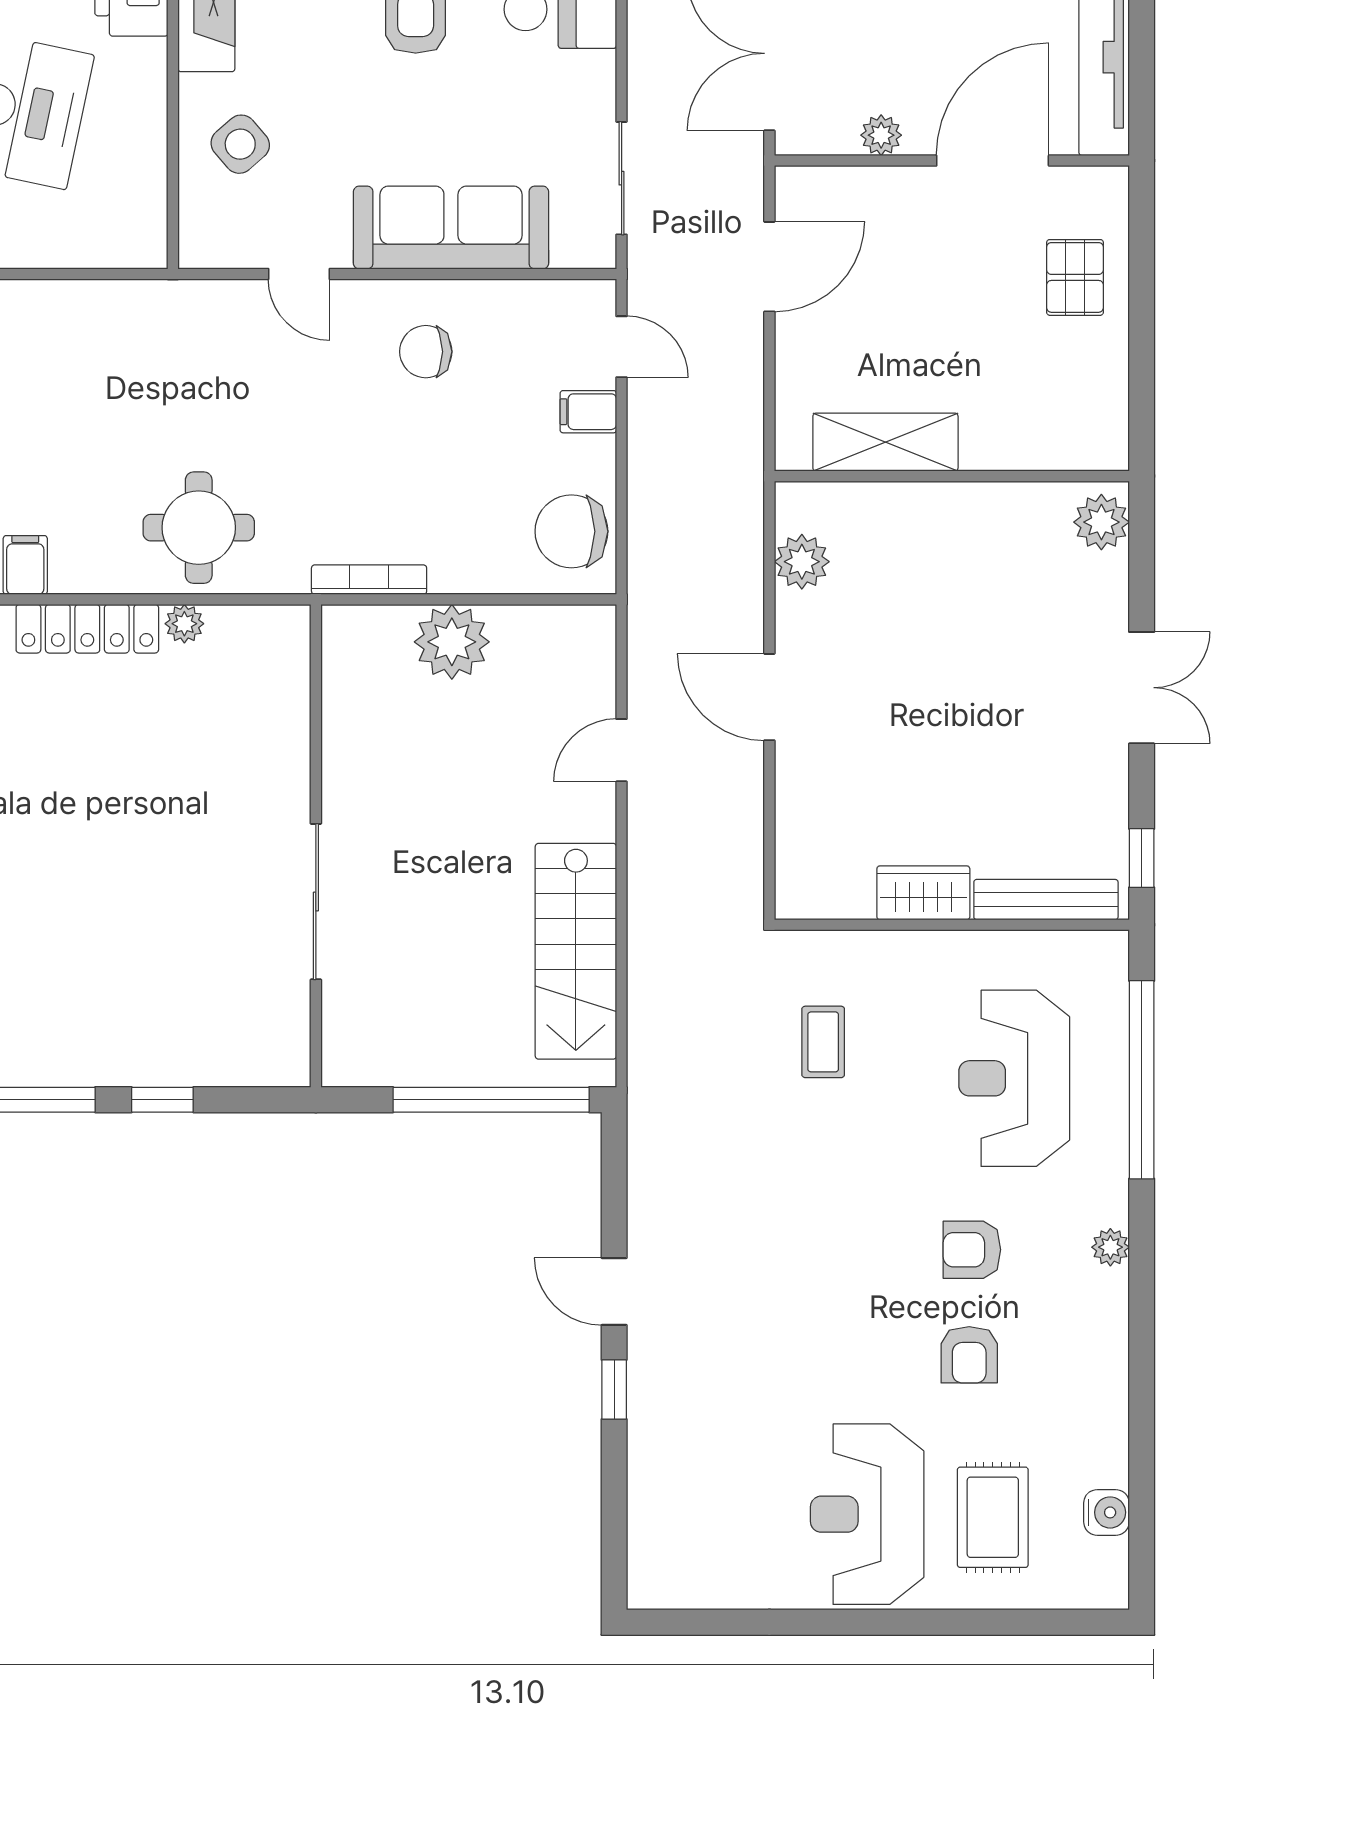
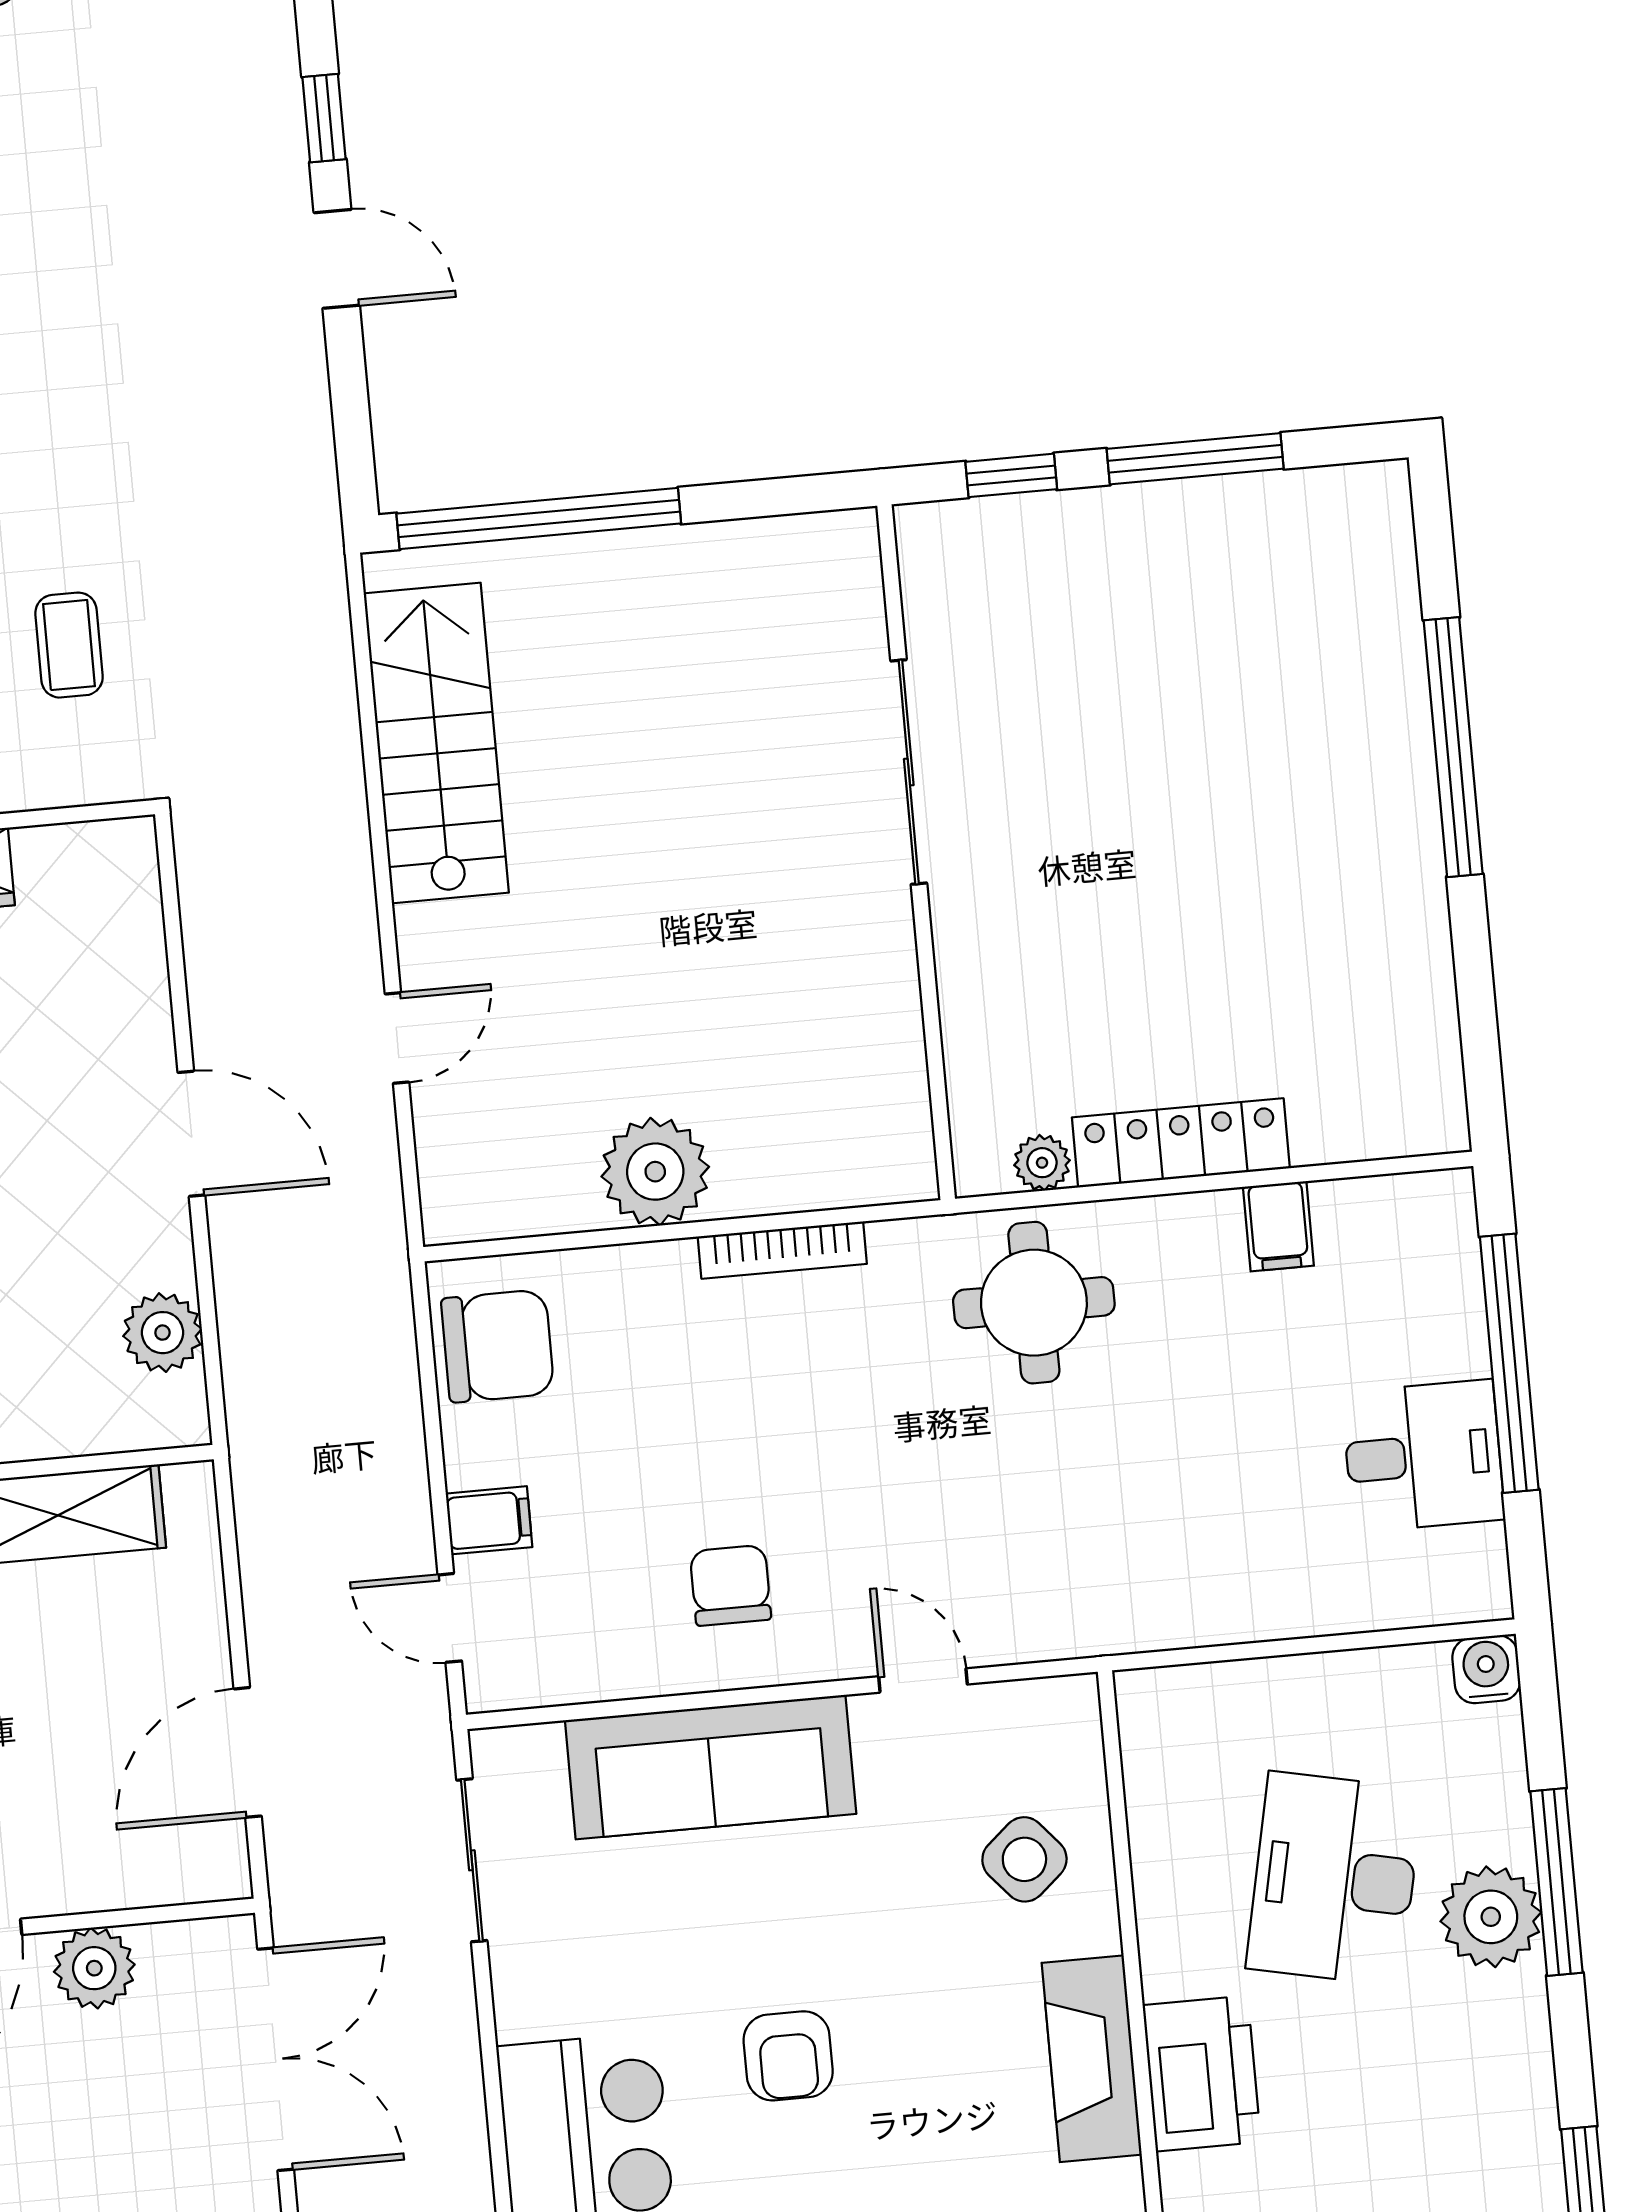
plant: (881, 135) -> (94, 1968), width x1.38, depth x1.38
chair: (426, 352) -> (731, 1585), turned -90
wall: (316, 846) -> (916, 852), moved
sliding door: (316, 902) -> (909, 772), moved

